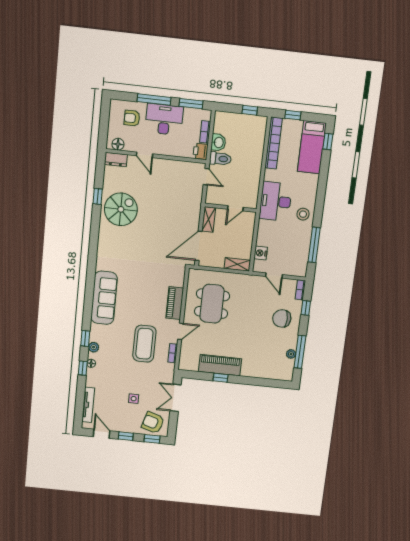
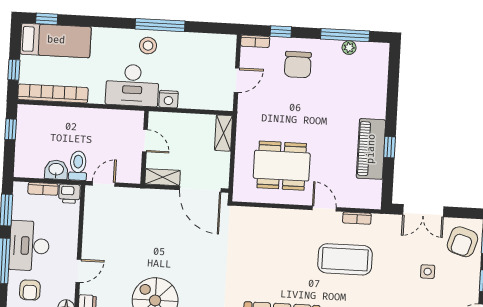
window: (314, 245) -> (160, 25), moved
nightstand: (261, 253) -> (169, 99), moved
piano: (175, 303) -> (284, 219), removed

